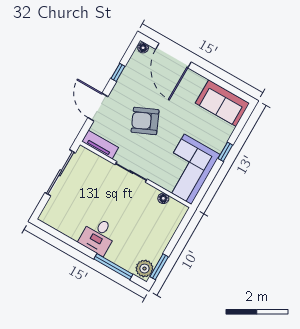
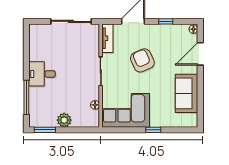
door: (173, 56) -> (200, 54), width x0.73
sofa: (222, 103) -> (187, 93), moved
plant: (144, 269) -> (64, 120), moved

